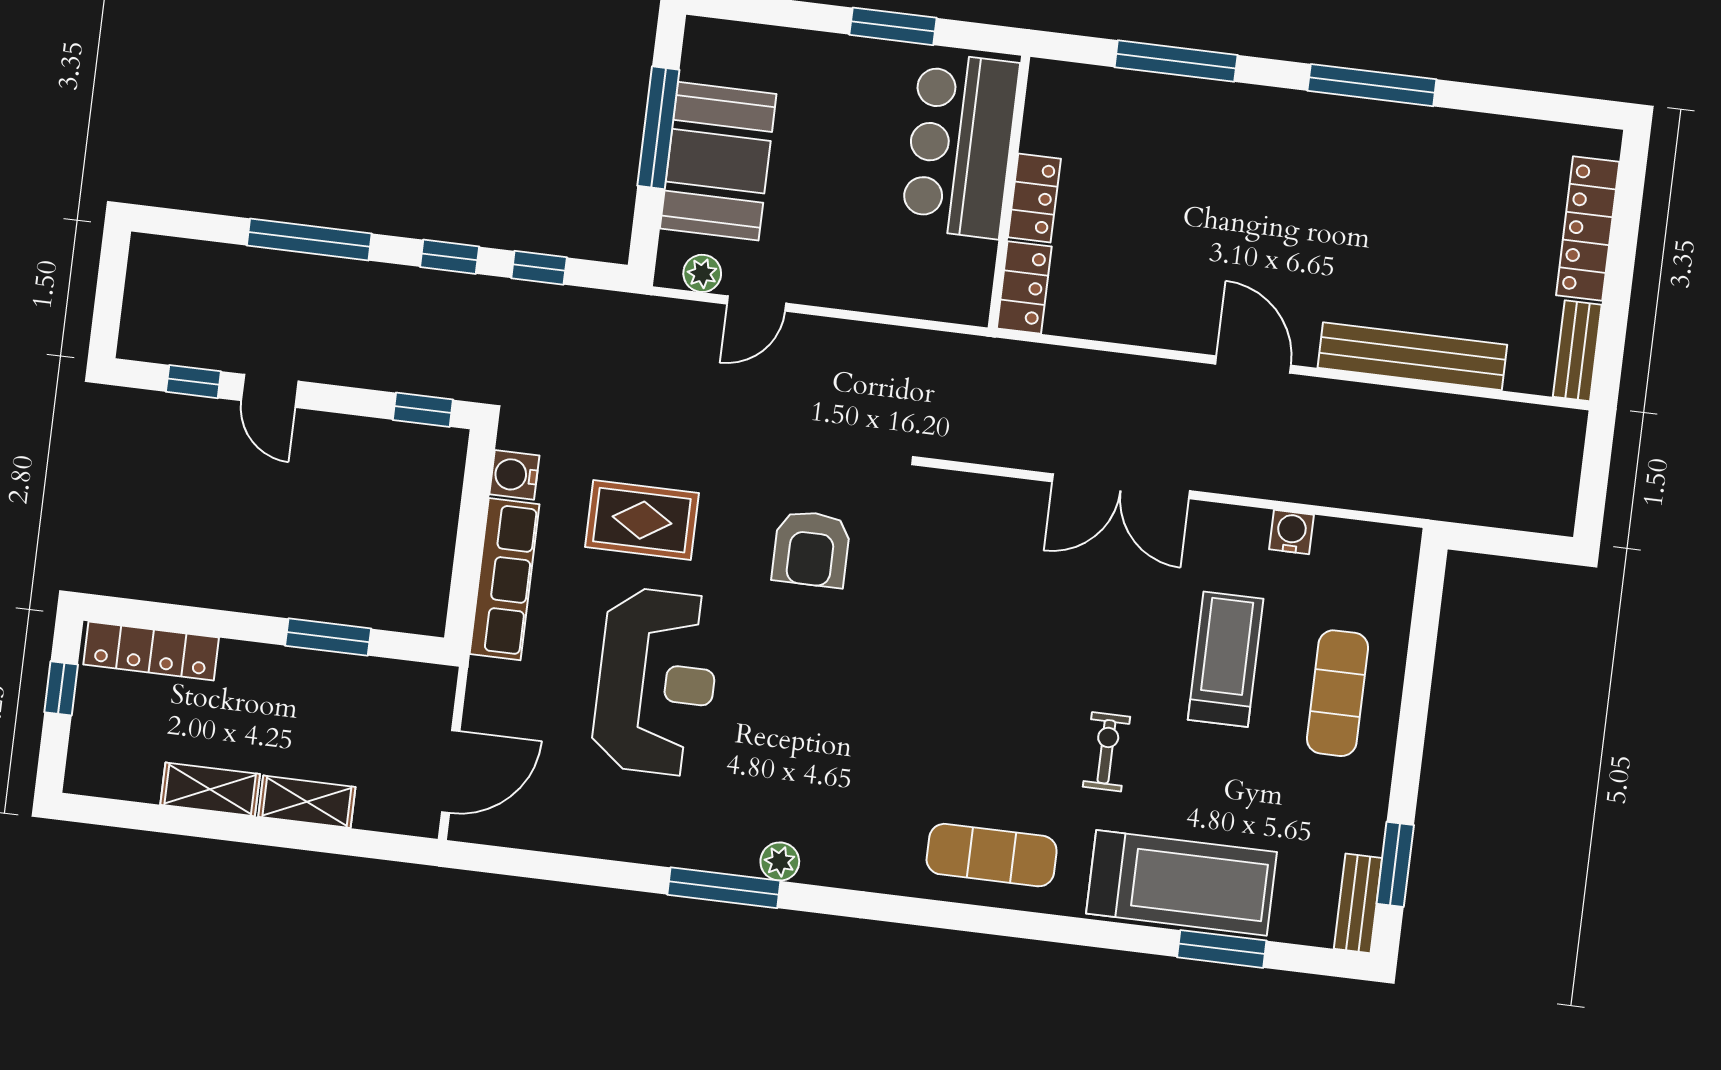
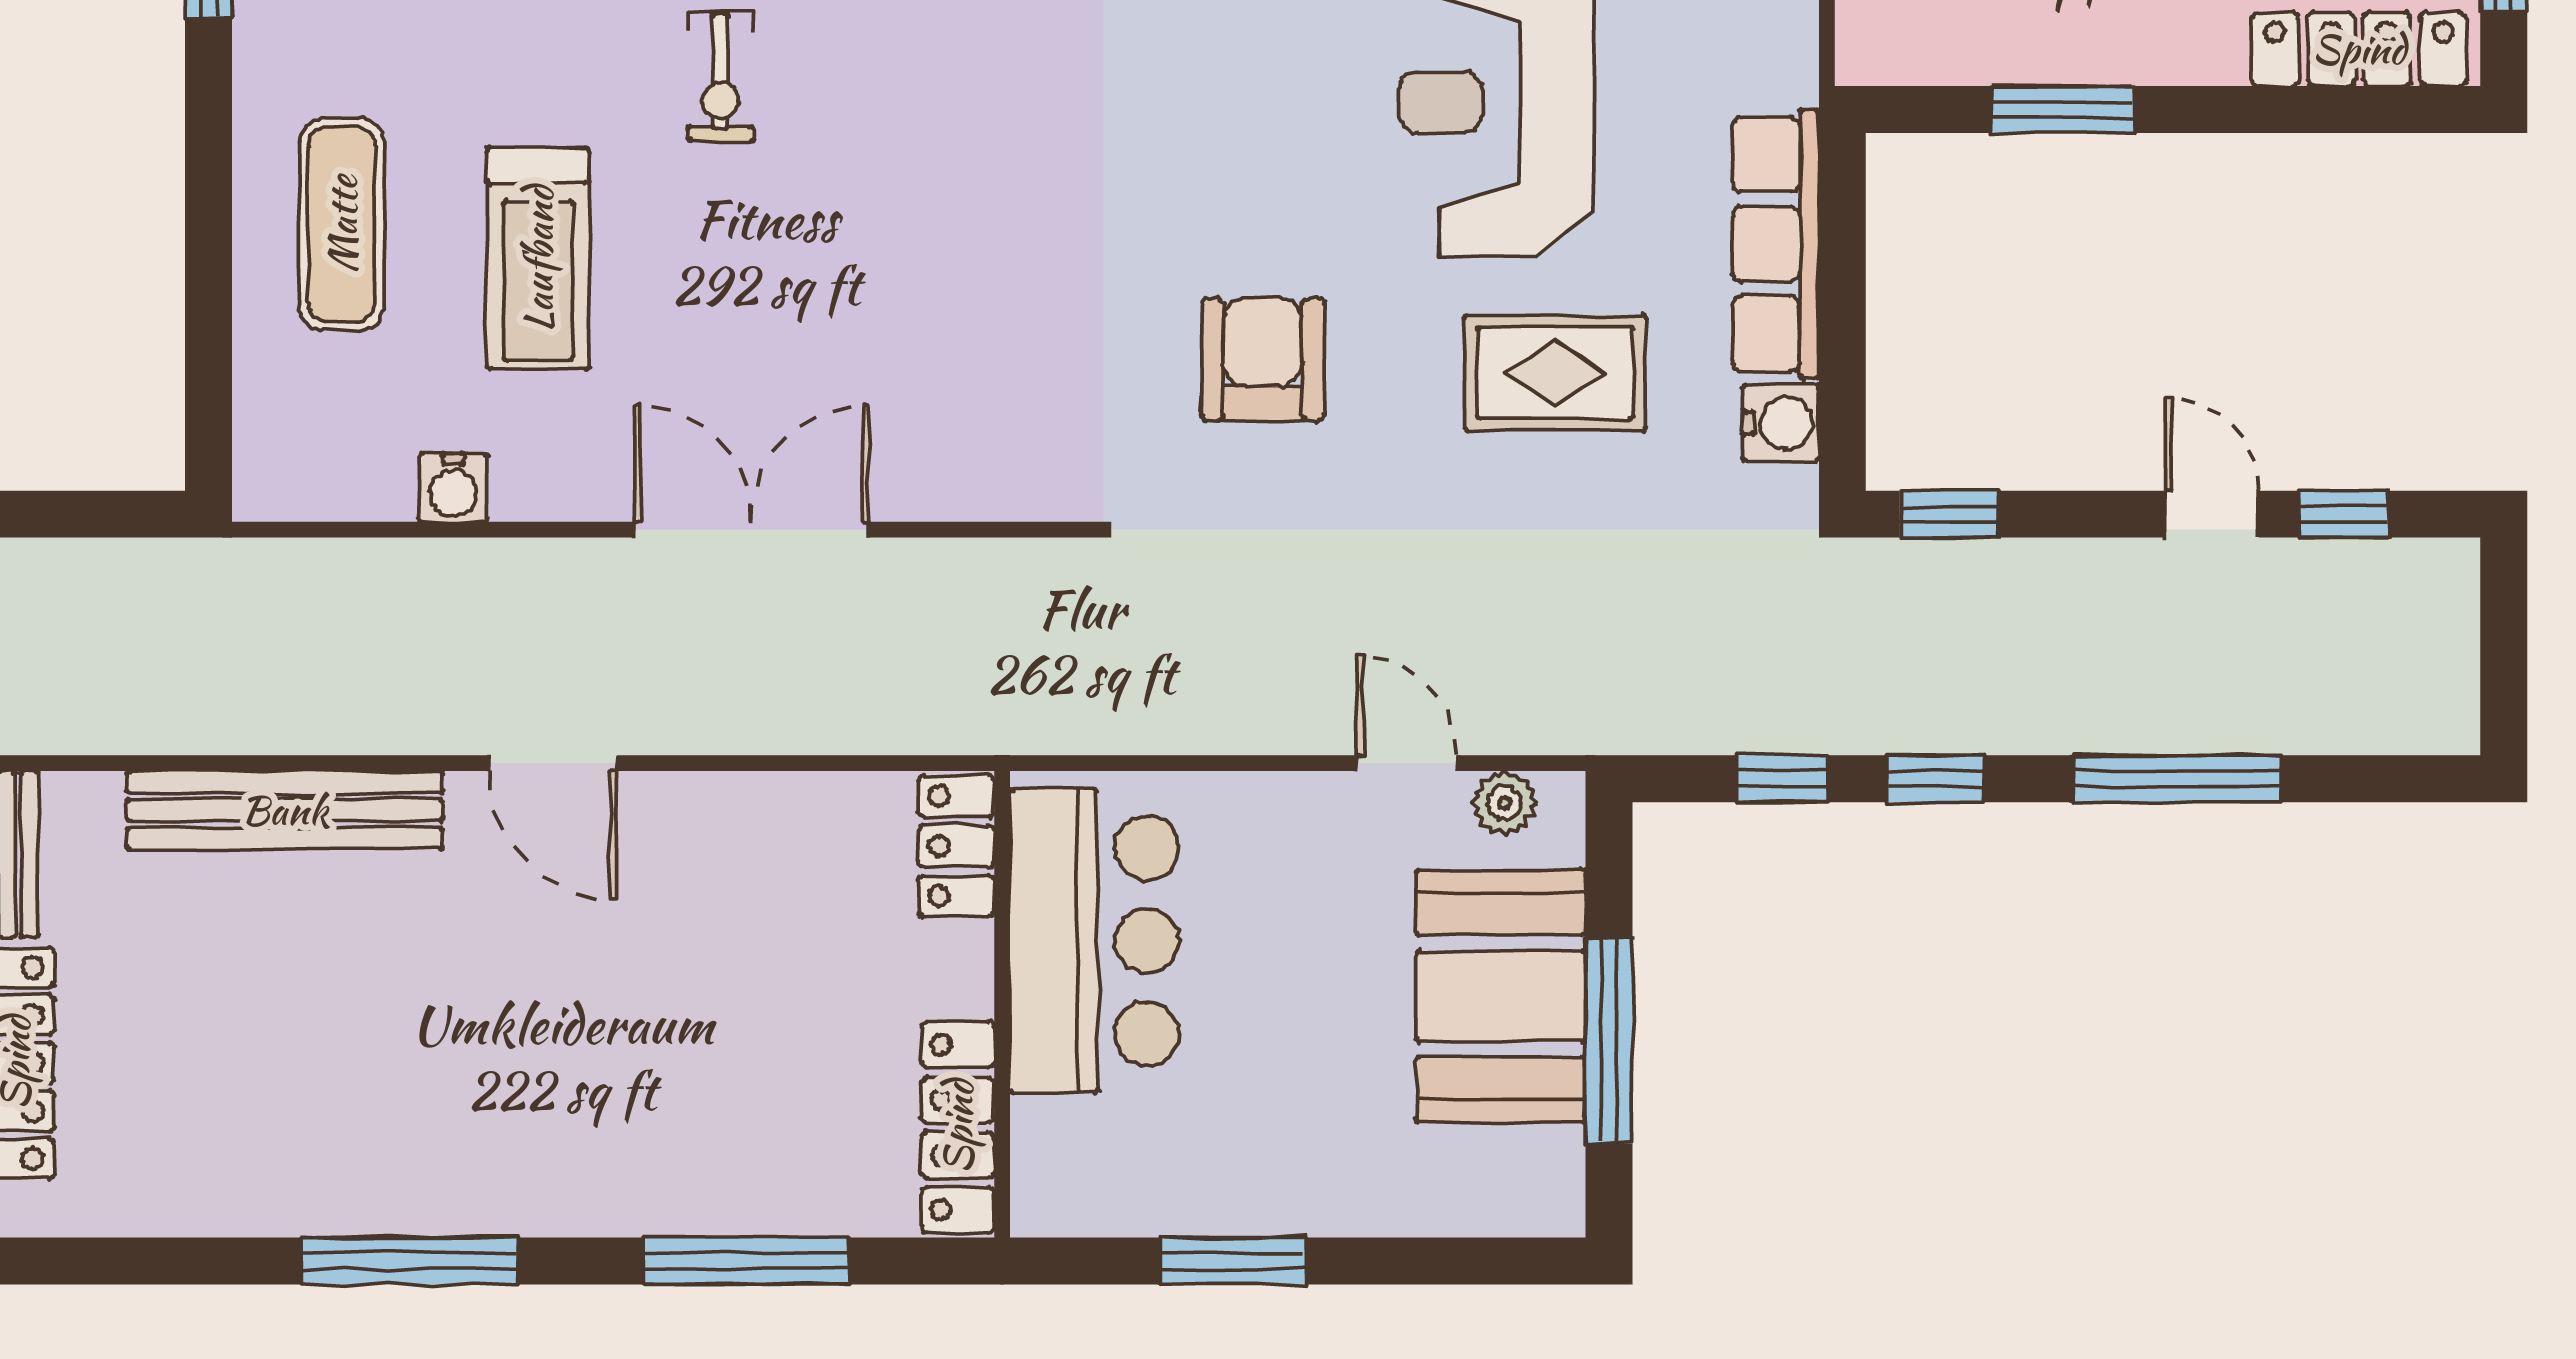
bar counter: (960, 145) -> (1094, 941), moved
locker: (1034, 198) -> (958, 1127), moved, width x1.53
door: (756, 304) -> (1406, 763), hinge flipped

